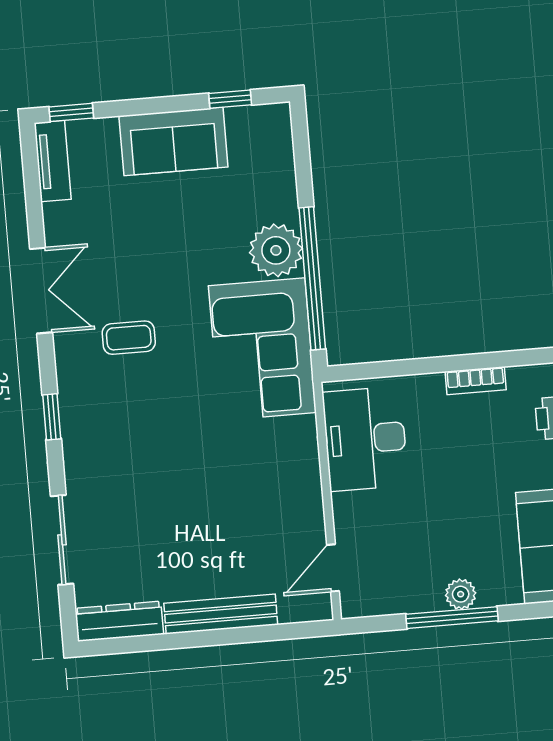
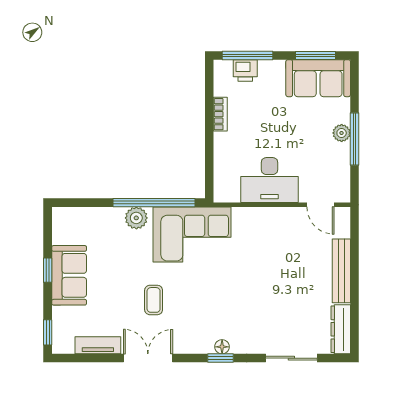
window: (230, 99) -> (48, 270), moved
tv unit: (53, 161) -> (98, 345), moved
plant: (276, 250) -> (136, 218), width x0.73, depth x0.73
coffee table: (129, 338) -> (154, 300), moved
floor lamp: (72, 418) -> (222, 347), added
desk: (365, 439) -> (270, 180), moved

